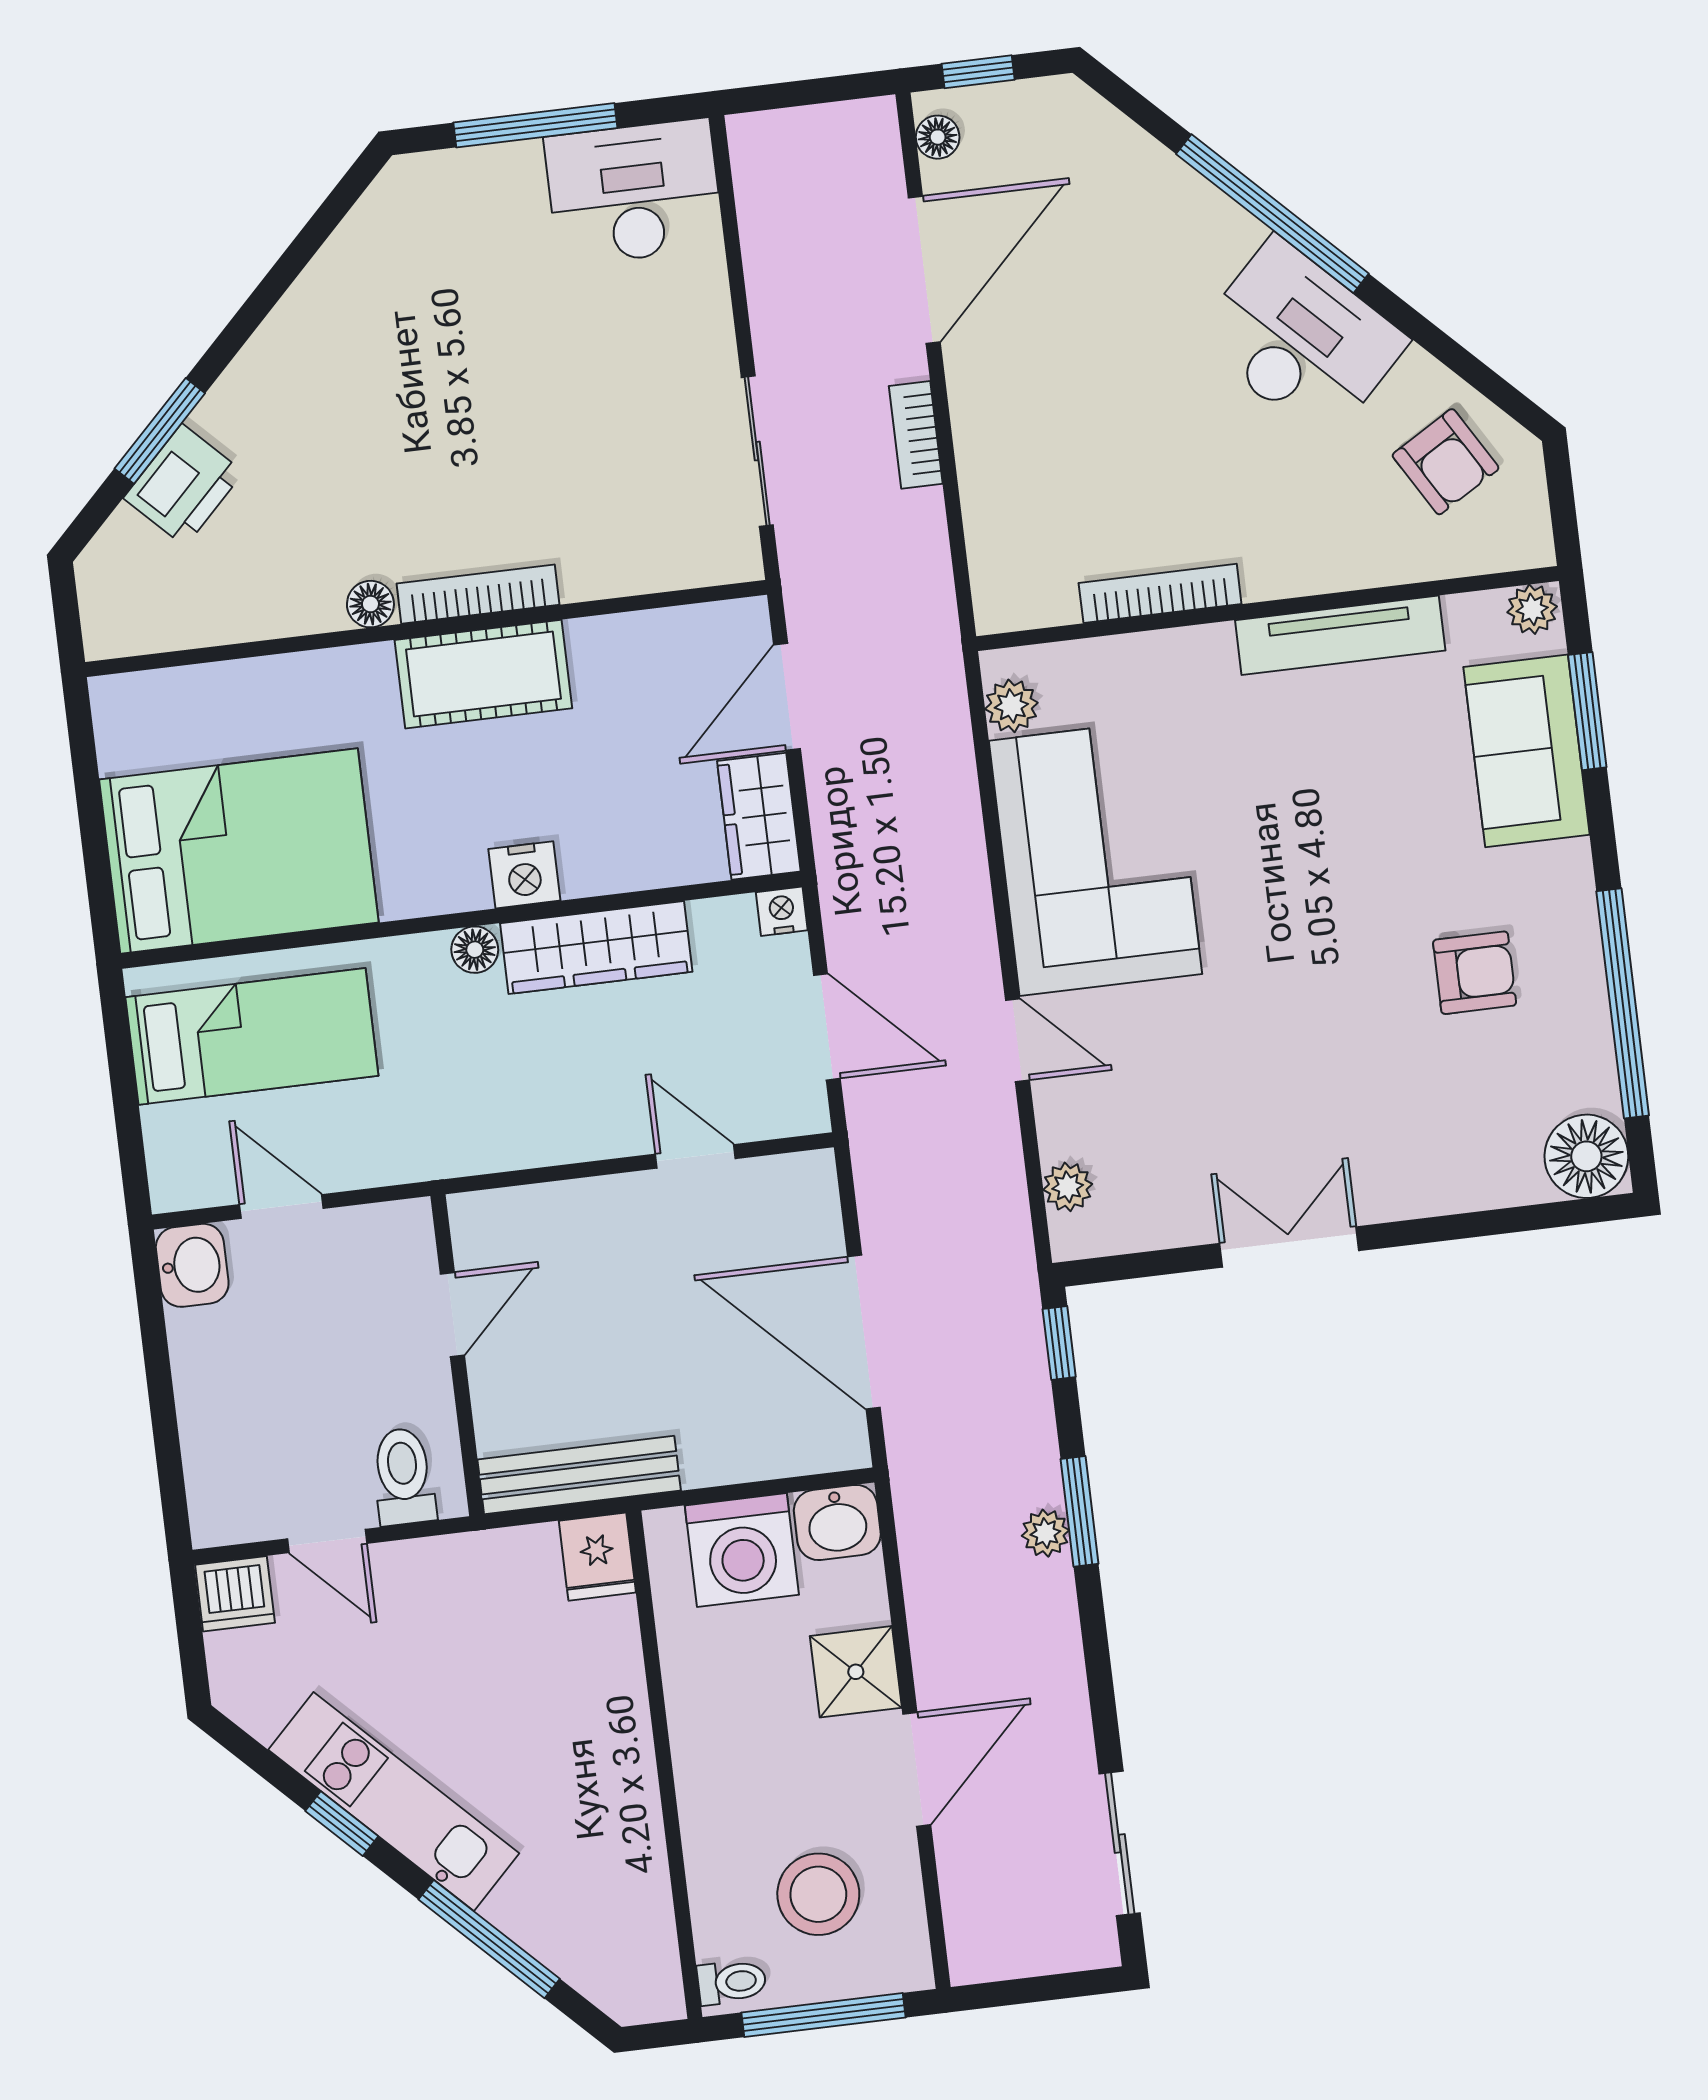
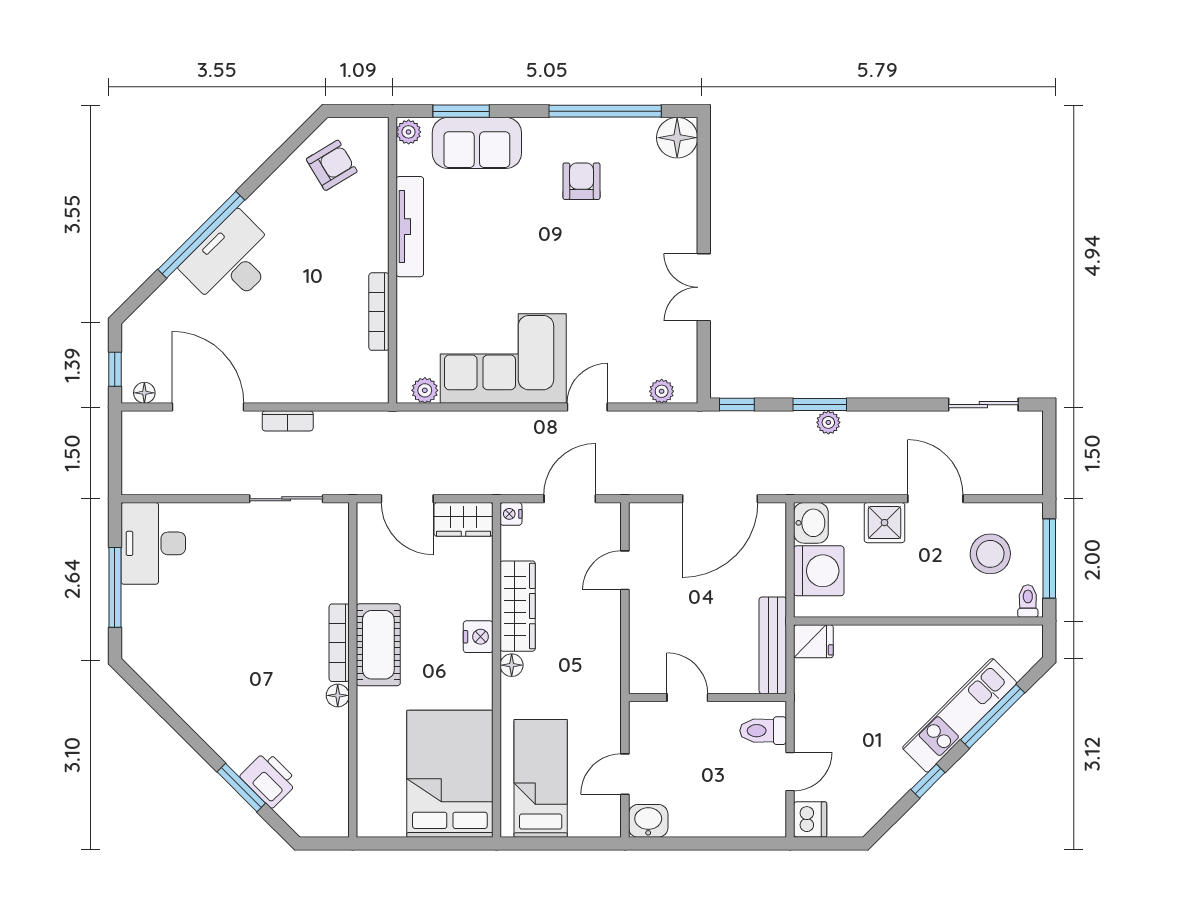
desk: (1300, 340) -> (231, 261), moved
kitchen unit: (394, 1802) -> (960, 715), moved

